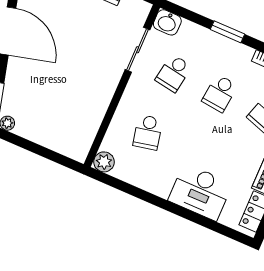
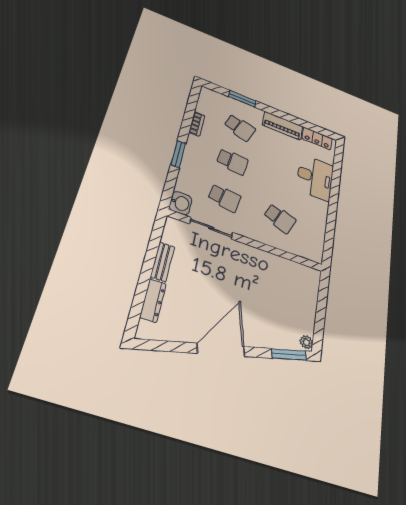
school desk: (148, 132) -> (280, 218), turned 33
plant: (104, 162) -> (314, 254), removed

